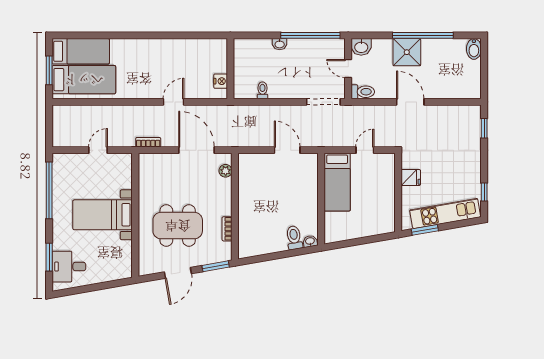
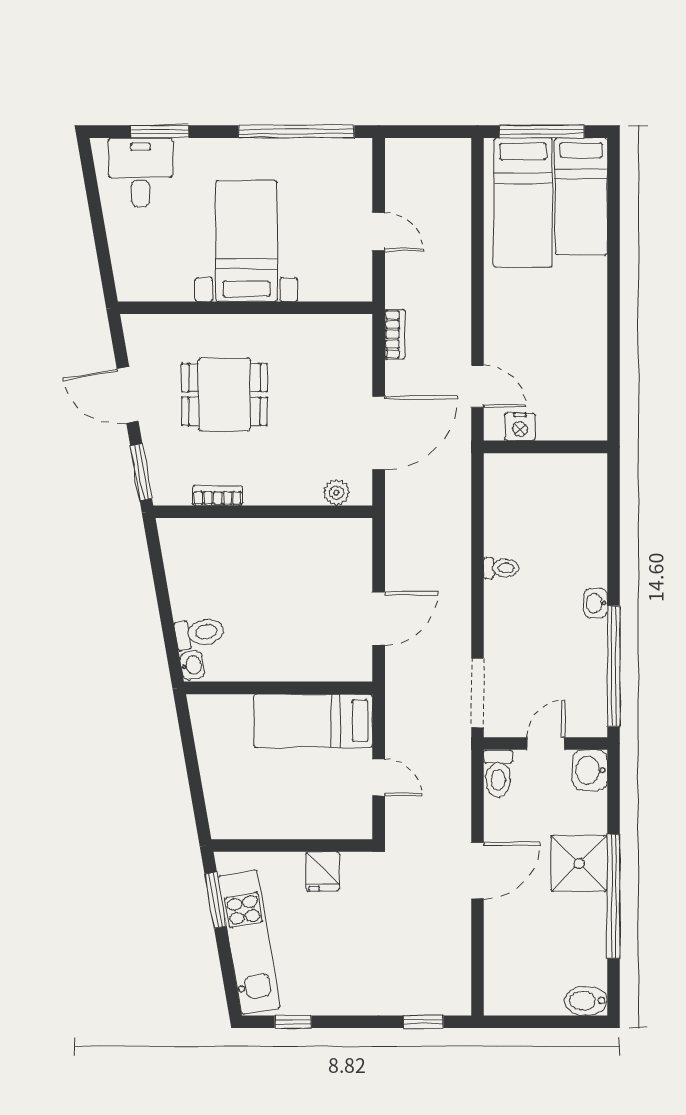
wall: (230, 69) -> (546, 447), moved
window: (49, 70) -> (542, 132), width x1.44
nightstand: (221, 81) -> (520, 427), moved
dining table: (178, 226) -> (224, 395), width x0.73

